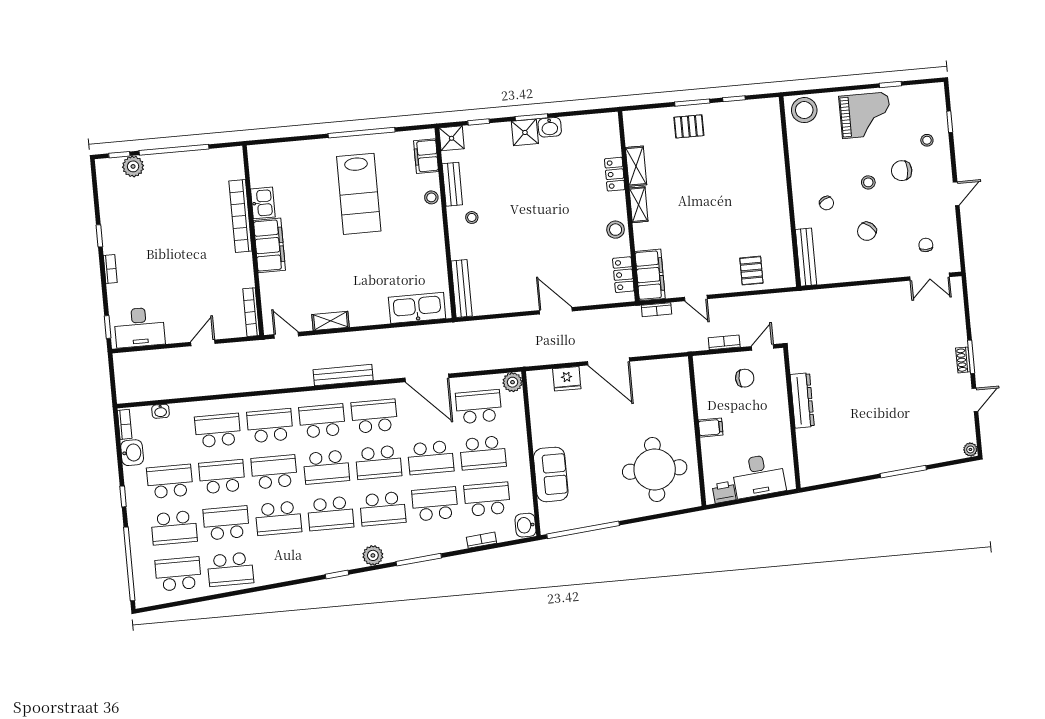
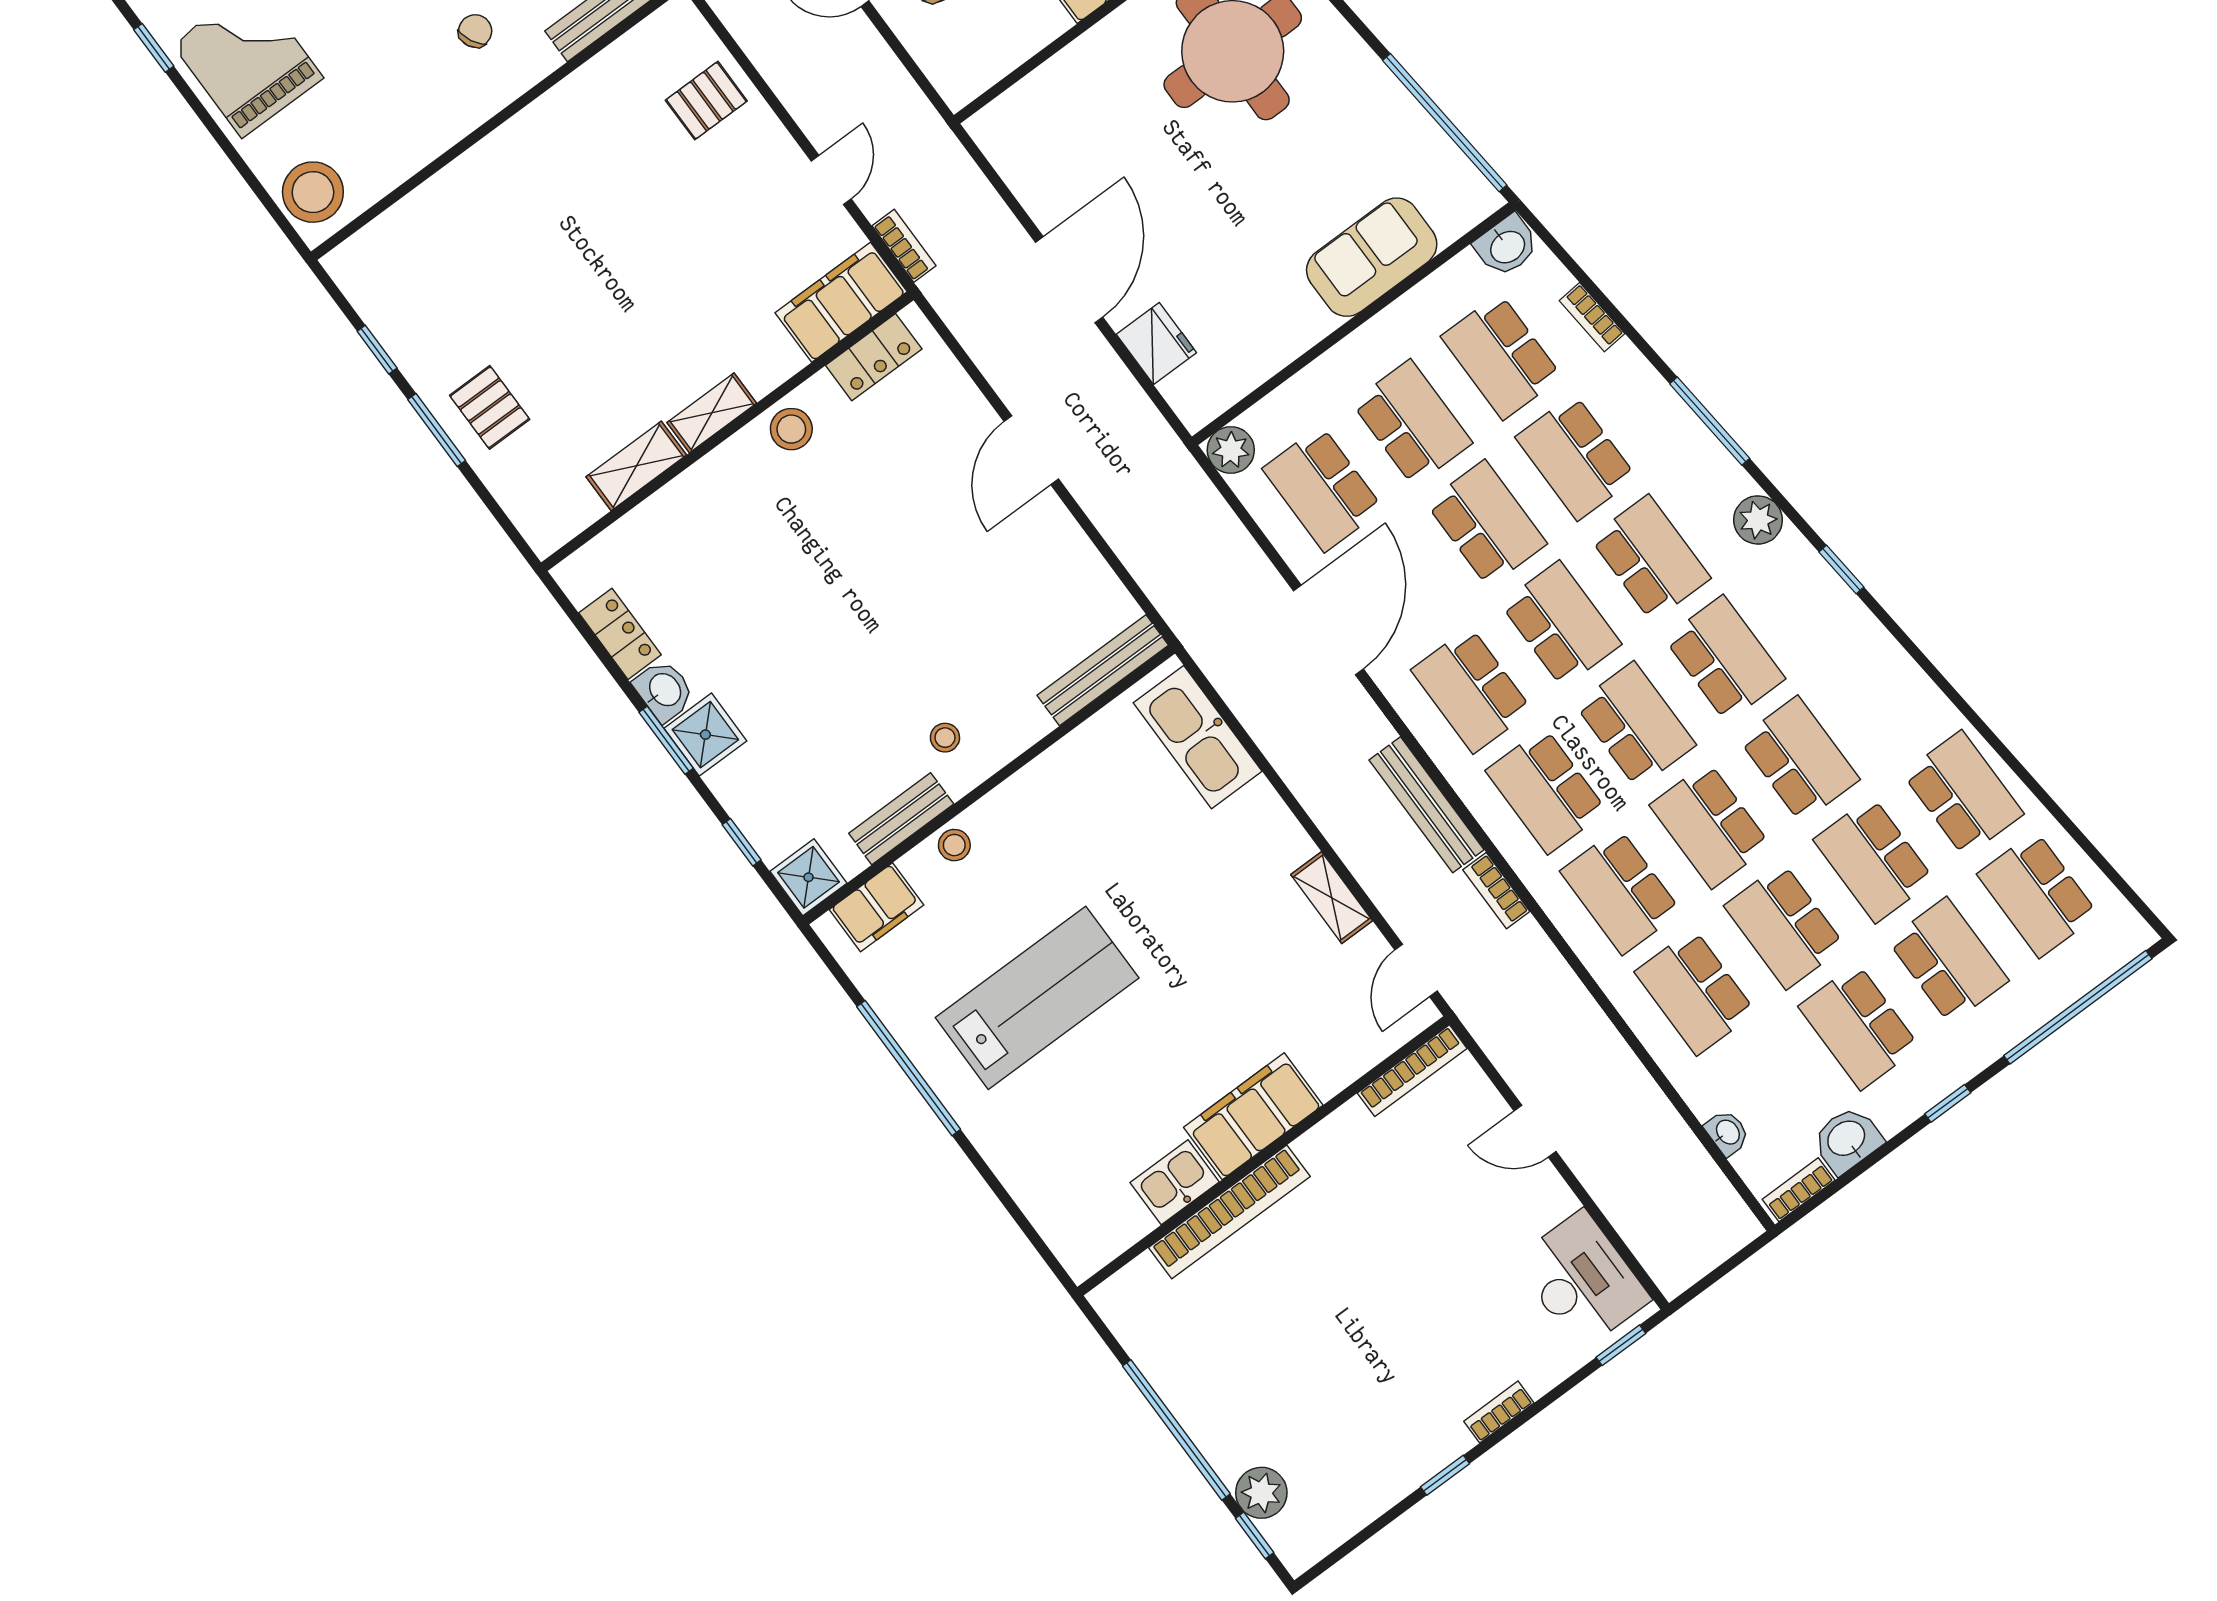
locker: (615, 174) -> (620, 634), moved, turned -90
bookcase: (724, 342) -> (1496, 891), moved

